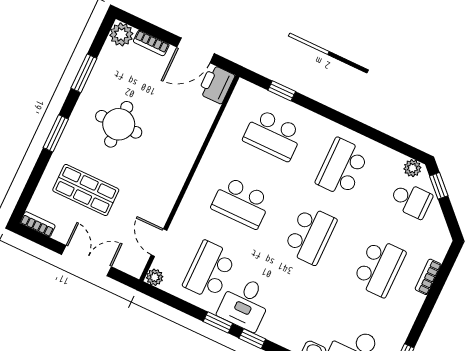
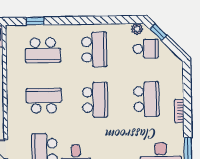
school desk: (342, 167) -> (94, 50), turned 180
school desk: (241, 203) -> (44, 101), turned 180
bookcase: (428, 277) -> (179, 111), moved

